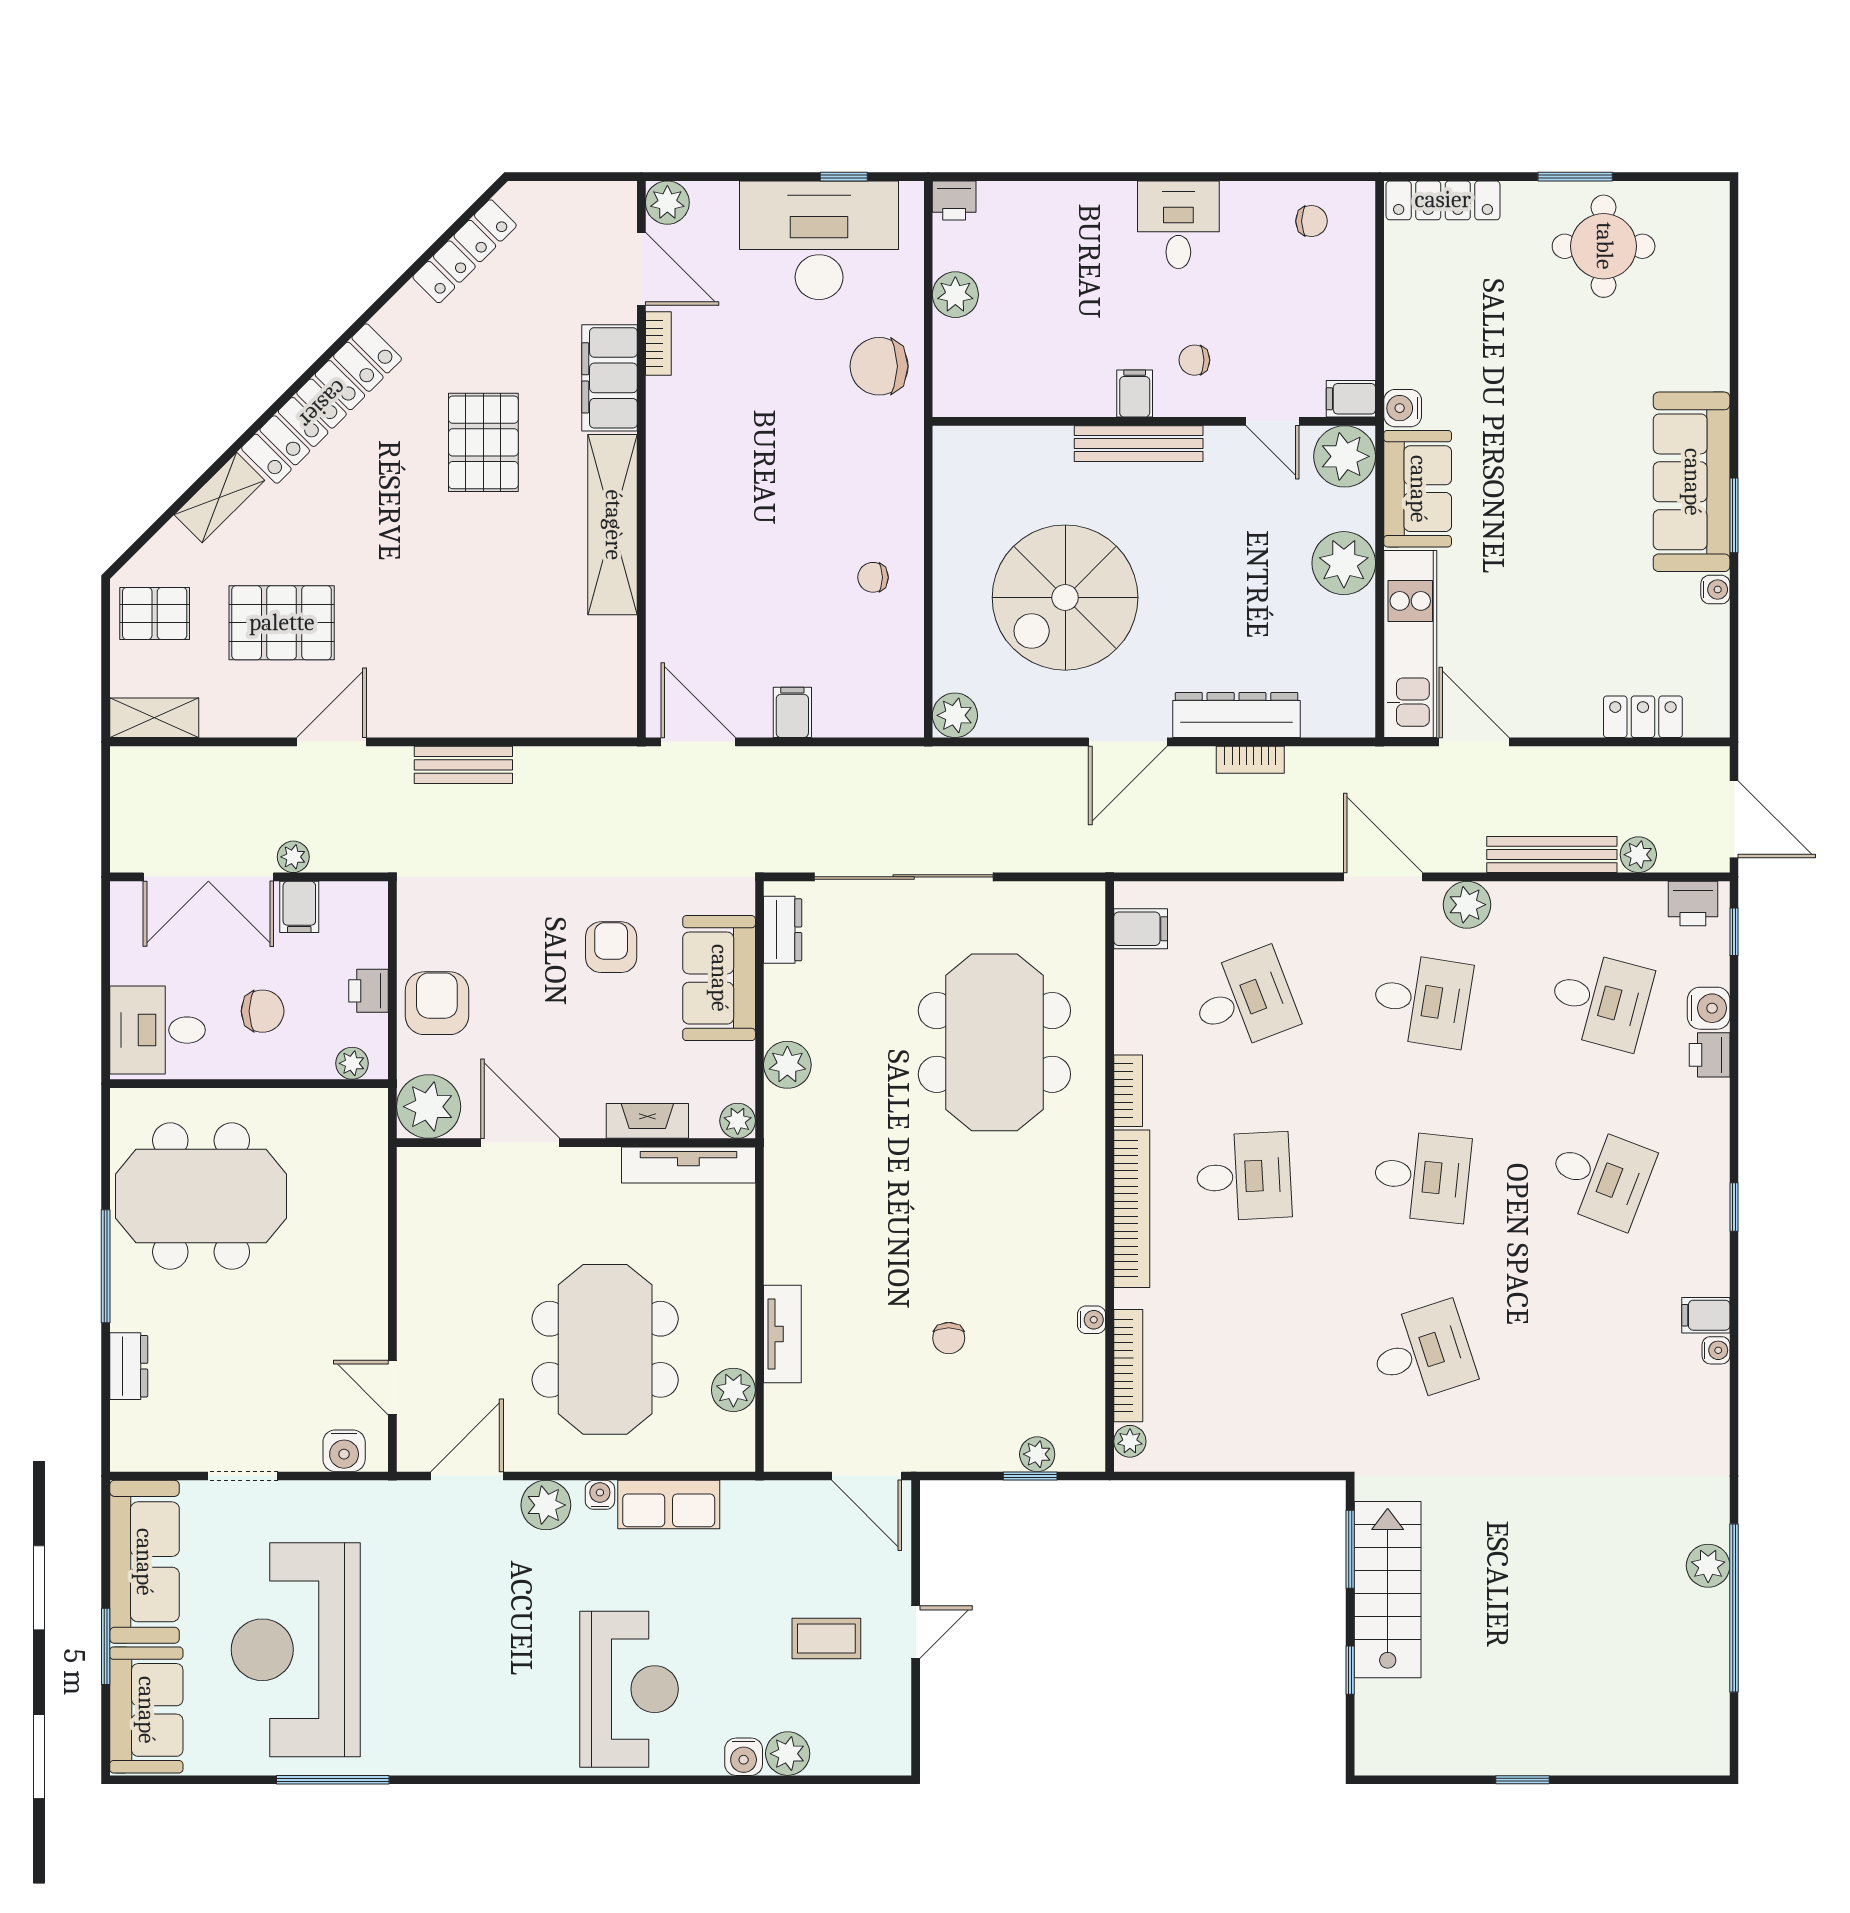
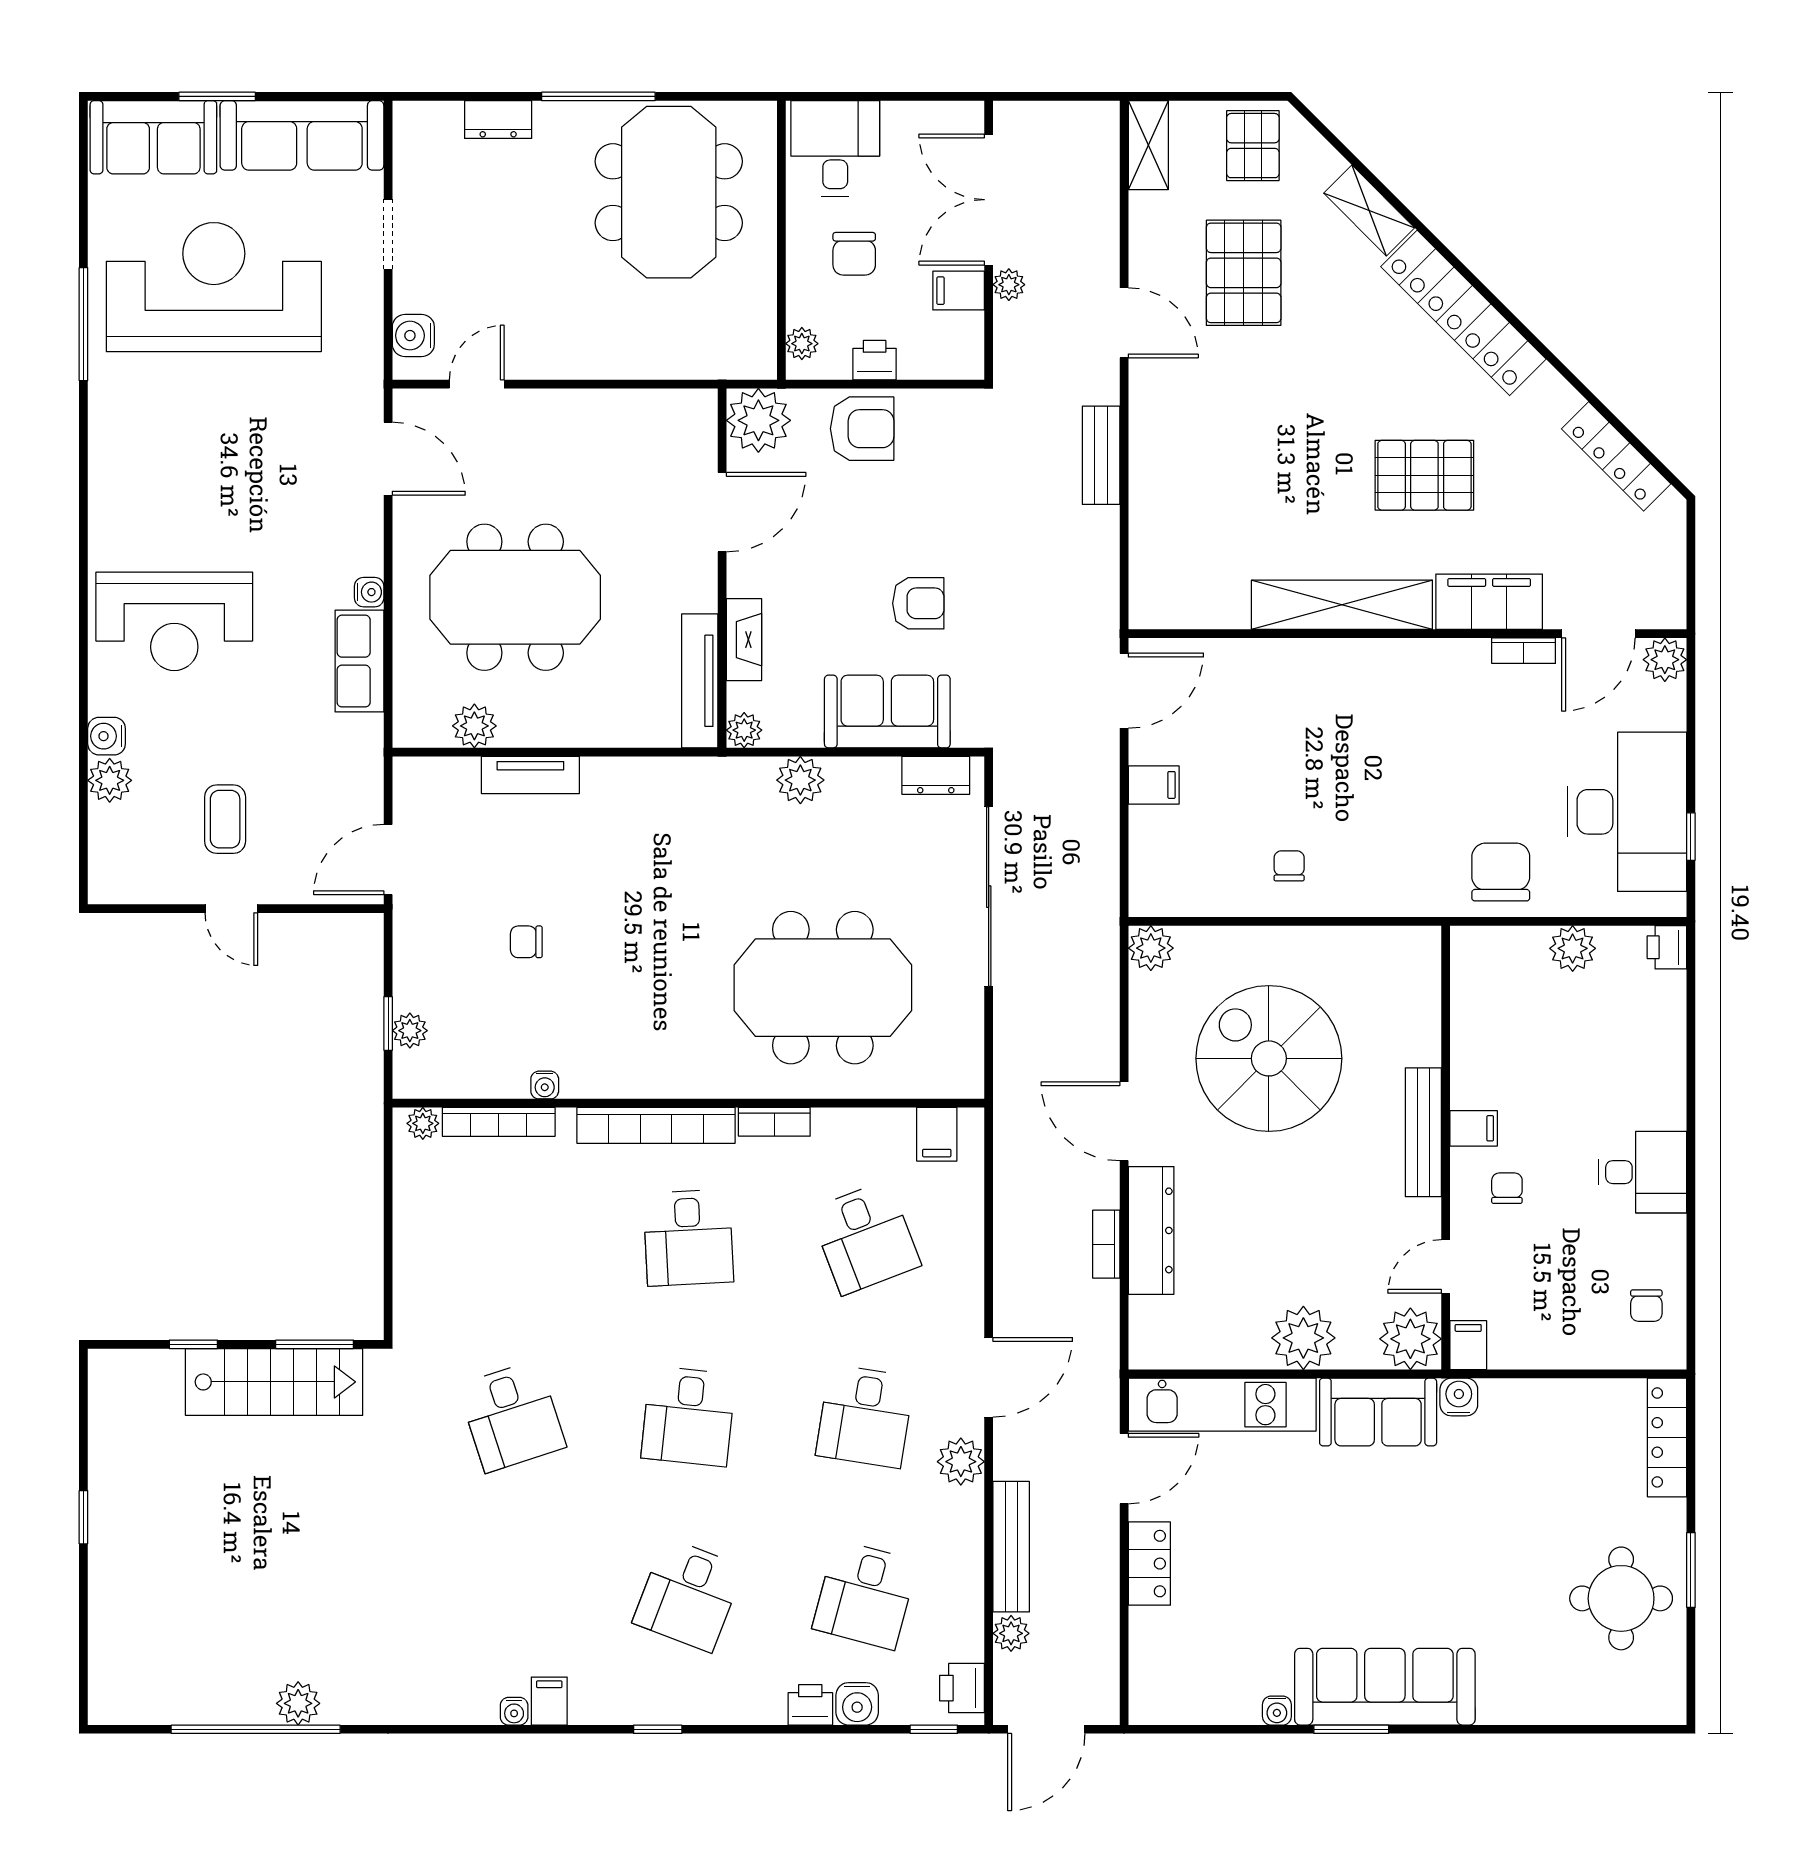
locker: (1643, 717) -> (1149, 1564), moved
plant: (546, 1505) -> (359, 538), removed

